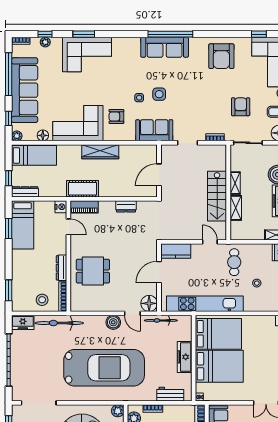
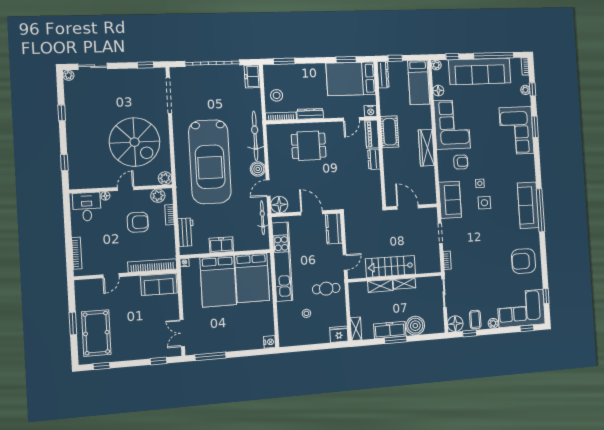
armchair: (241, 107) -> (478, 283), removed
armchair: (116, 116) -> (461, 162), turned 90
dresser: (126, 206) -> (374, 159), moved
bed: (23, 225) -> (351, 79), width x1.50
dining table: (93, 271) -> (309, 146), turned 90
bicycle: (59, 323) -> (255, 136), moved
freezer: (185, 357) -> (221, 245), width x0.71

